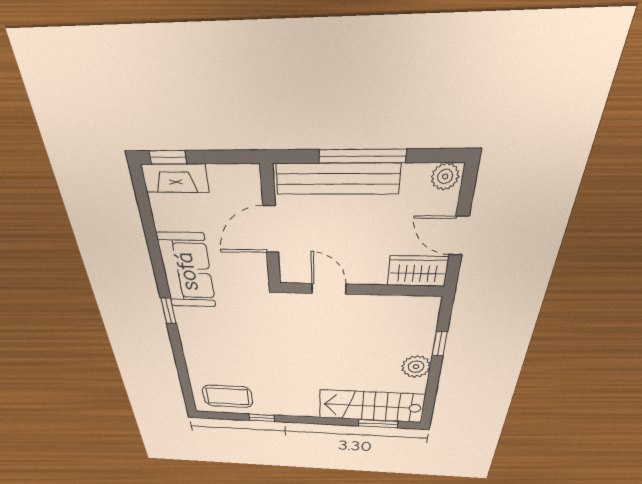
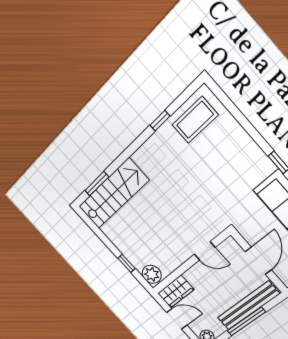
plant: (416, 367) -> (152, 274), moved

